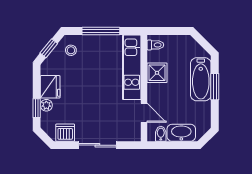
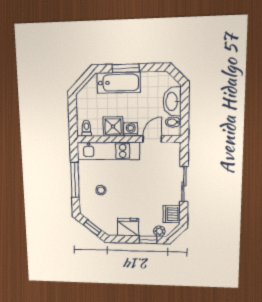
stool: (71, 50) -> (101, 190), moved
washing machine: (154, 91) -> (131, 129), added
plant: (46, 105) -> (159, 231), moved

